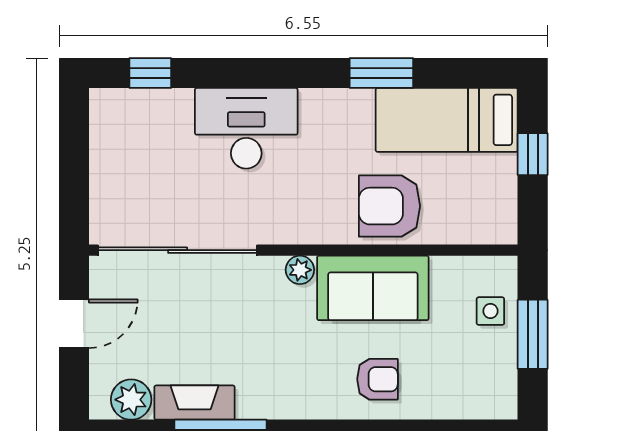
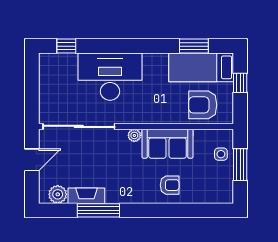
window: (381, 73) -> (194, 46), moved
desk: (246, 128) -> (110, 77), width x1.36, depth x1.30
armchair: (389, 206) -> (203, 105), moved

